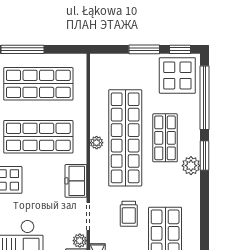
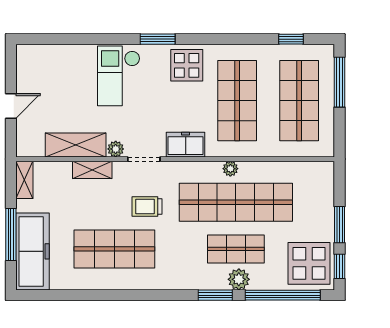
plant: (191, 166) -> (239, 279), moved

